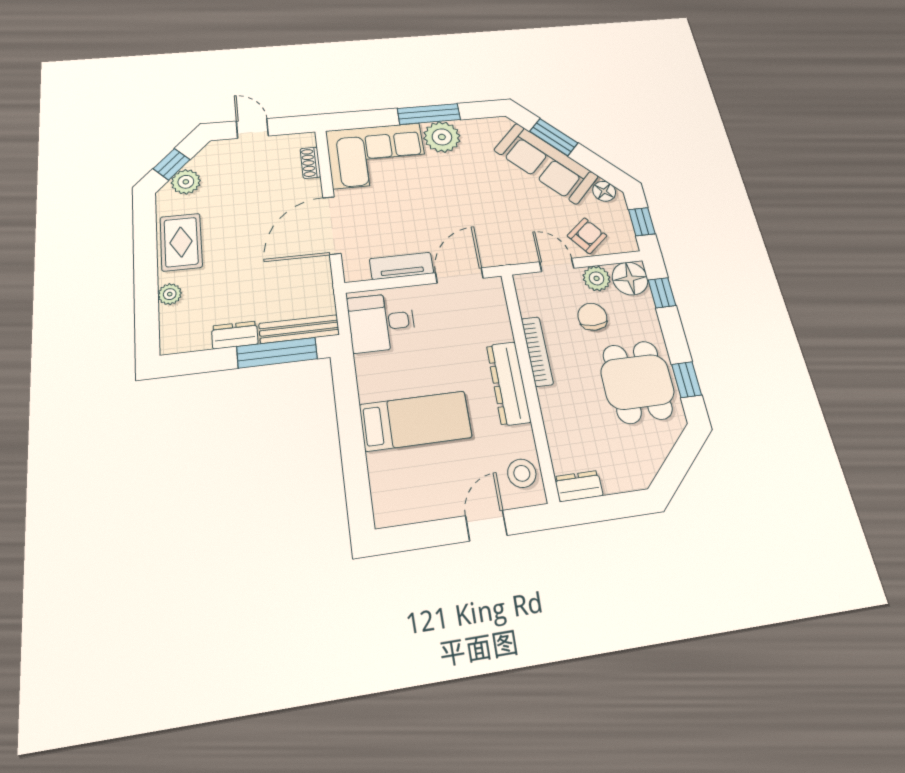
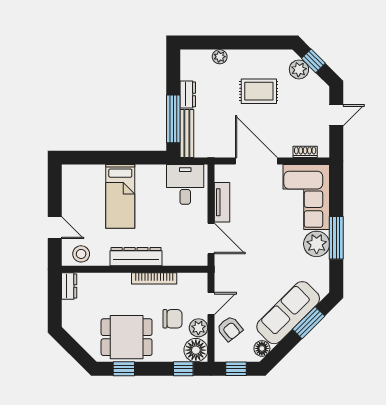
rug: (181, 242) -> (259, 91), moved

